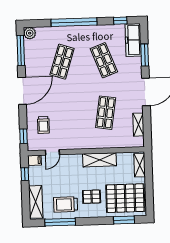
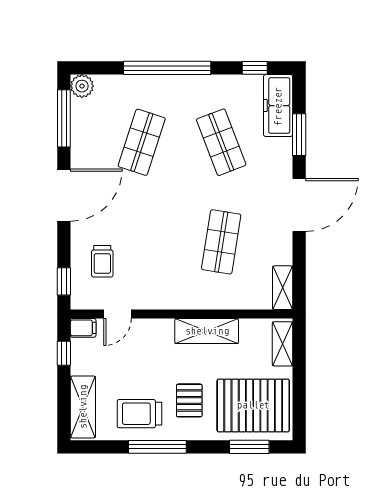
shelving: (138, 125) -> (283, 288), moved
pallet: (92, 197) -> (189, 400), turned 90
window: (60, 222) -> (157, 447), moved

